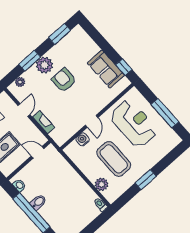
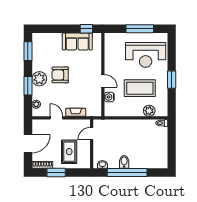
reception desk: (134, 124) -> (146, 55), moved, turned 180

